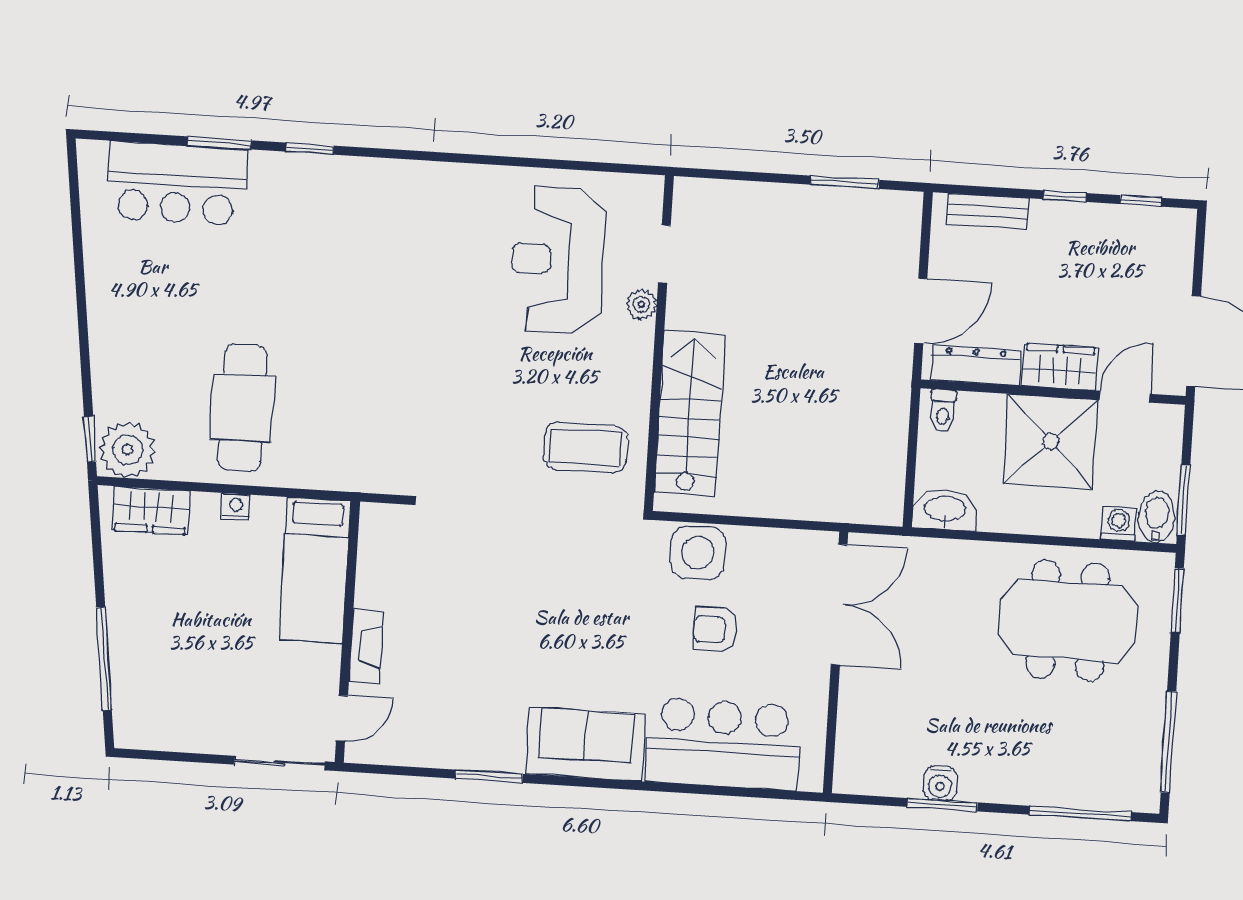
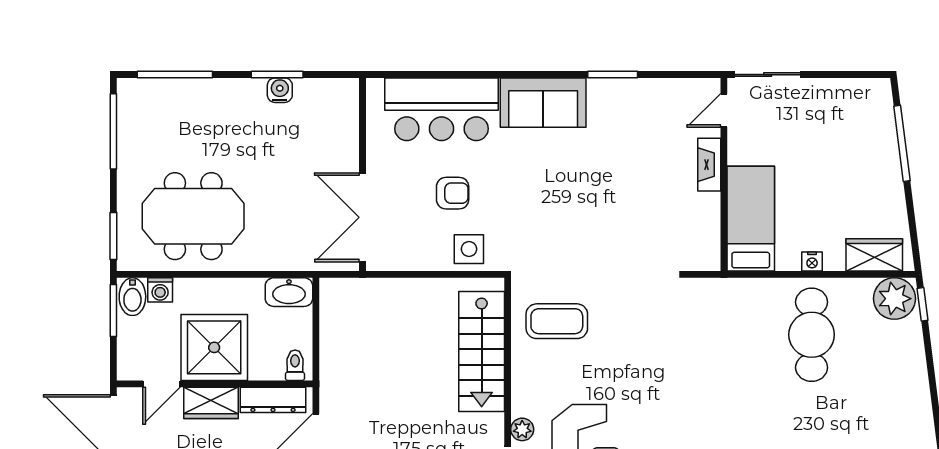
side table: (698, 553) -> (469, 249), width x0.73, depth x0.73

